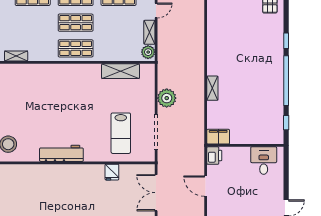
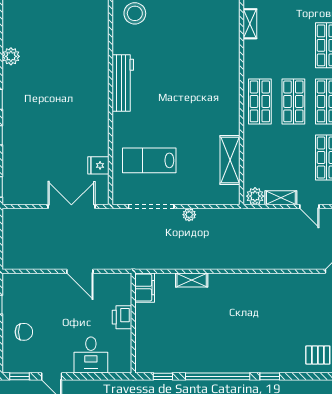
shelving: (212, 88) -> (192, 280), moved
plant: (167, 98) -> (189, 215), width x0.53, depth x0.53
printer: (214, 156) -> (122, 317), moved, turned 90
desk: (264, 161) -> (91, 355), moved, turned 90
fridge: (112, 172) -> (98, 165), moved
door: (206, 186) -> (80, 271), swing flipped

